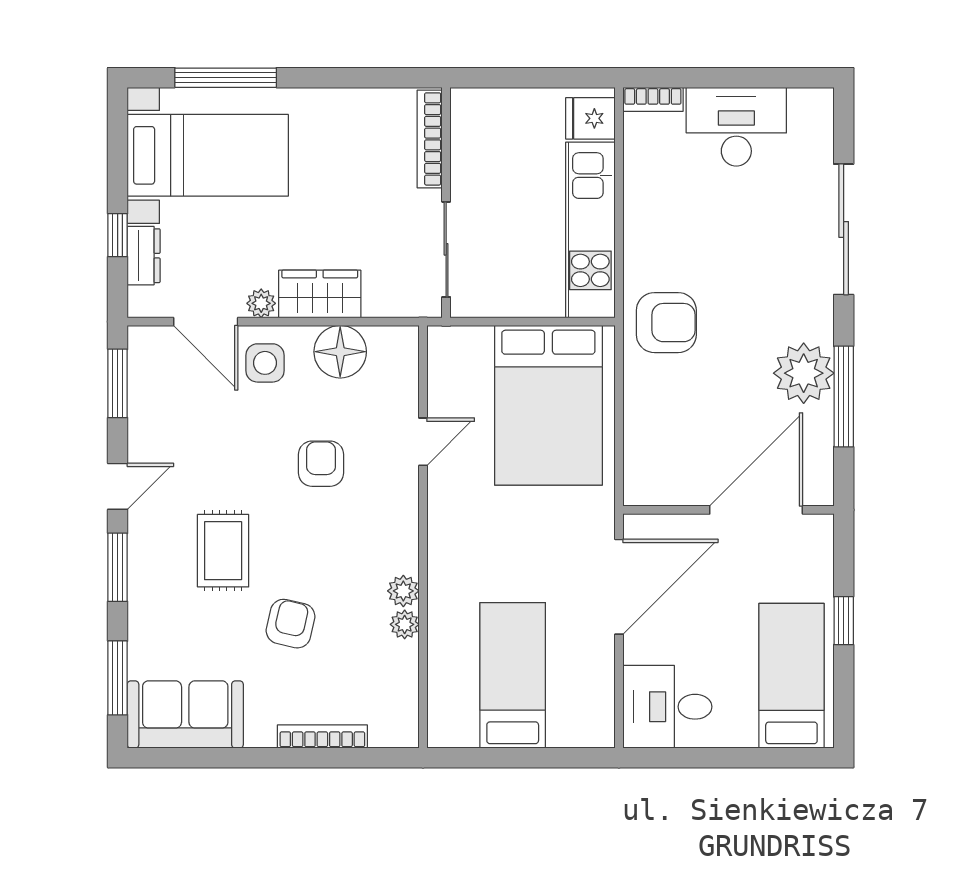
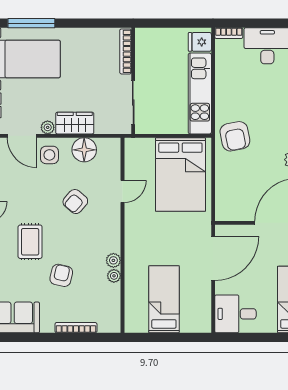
armchair: (666, 323) -> (235, 136), turned 79
armchair: (321, 464) -> (75, 202), turned -139

